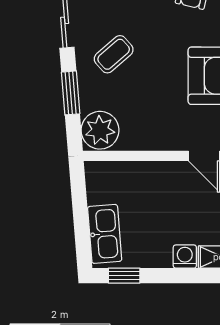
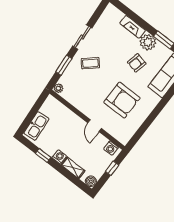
plant: (100, 130) -> (58, 88), width x0.53, depth x0.53
window: (124, 276) -> (43, 155), moved

